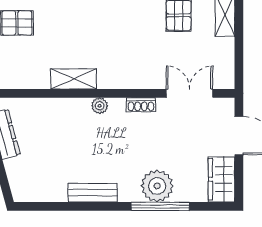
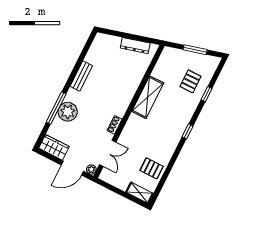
shelving: (74, 79) -> (148, 97), width x1.50, depth x1.33
plant: (100, 106) -> (91, 170), moved

